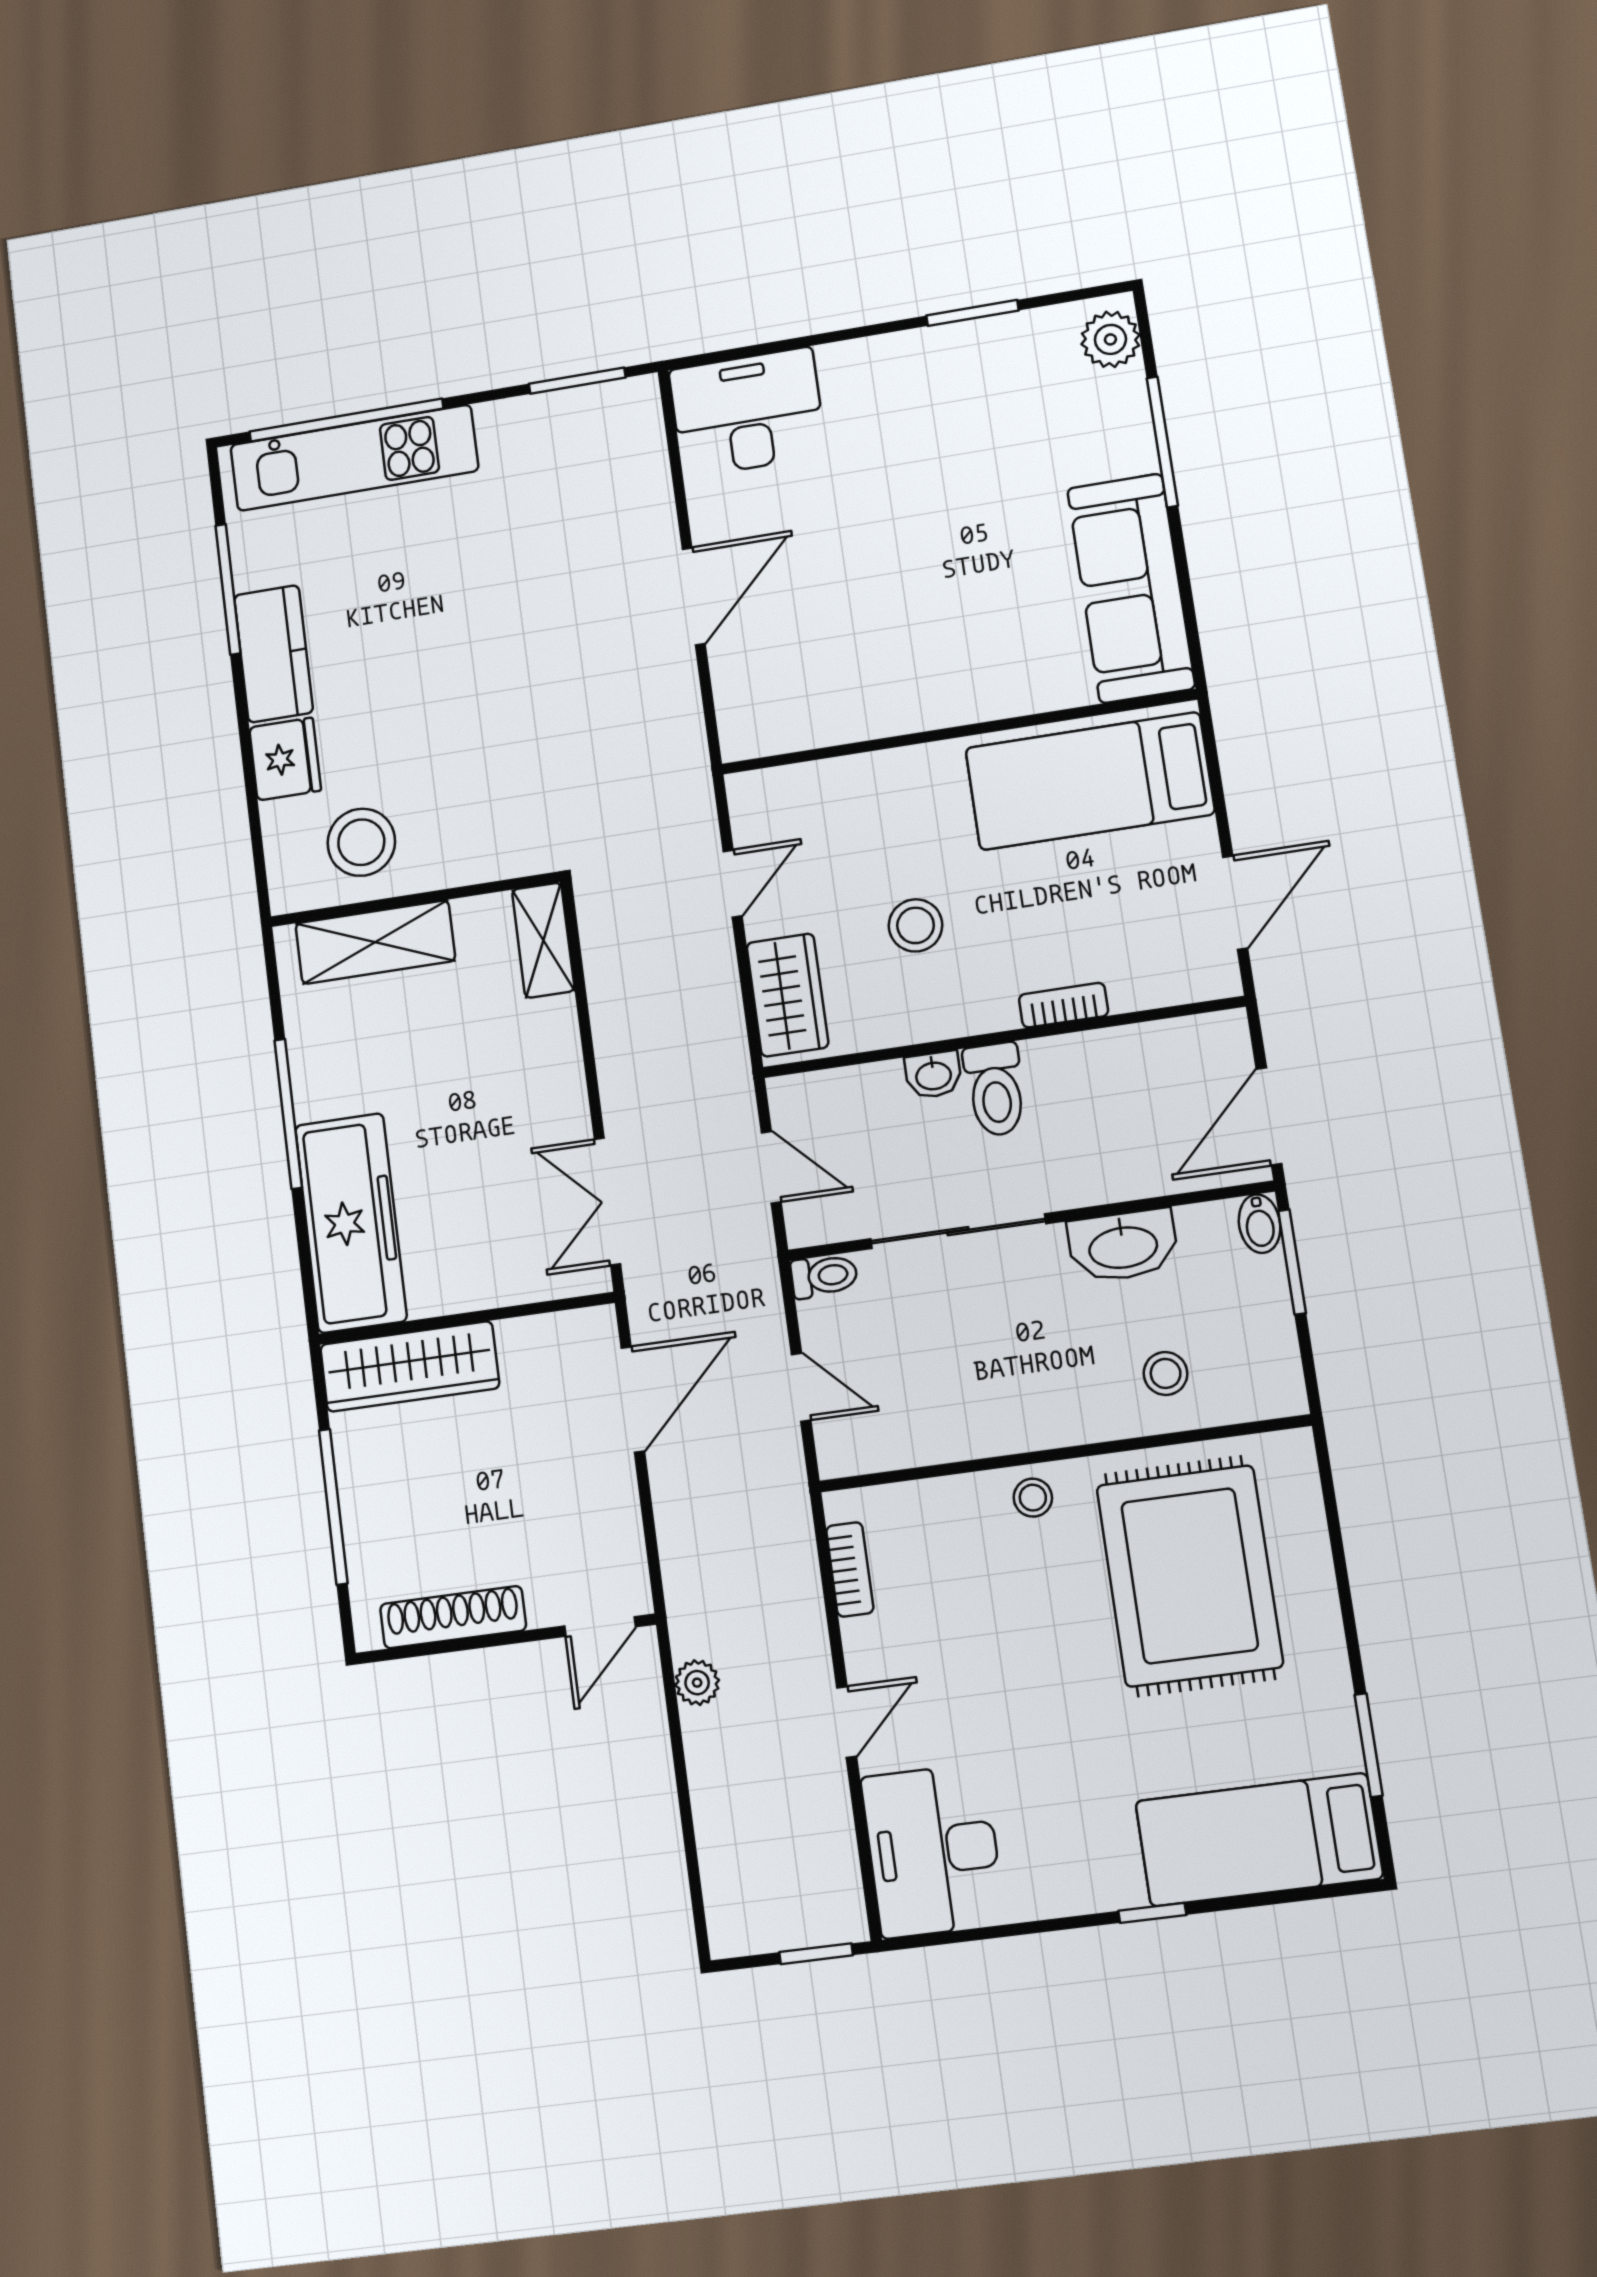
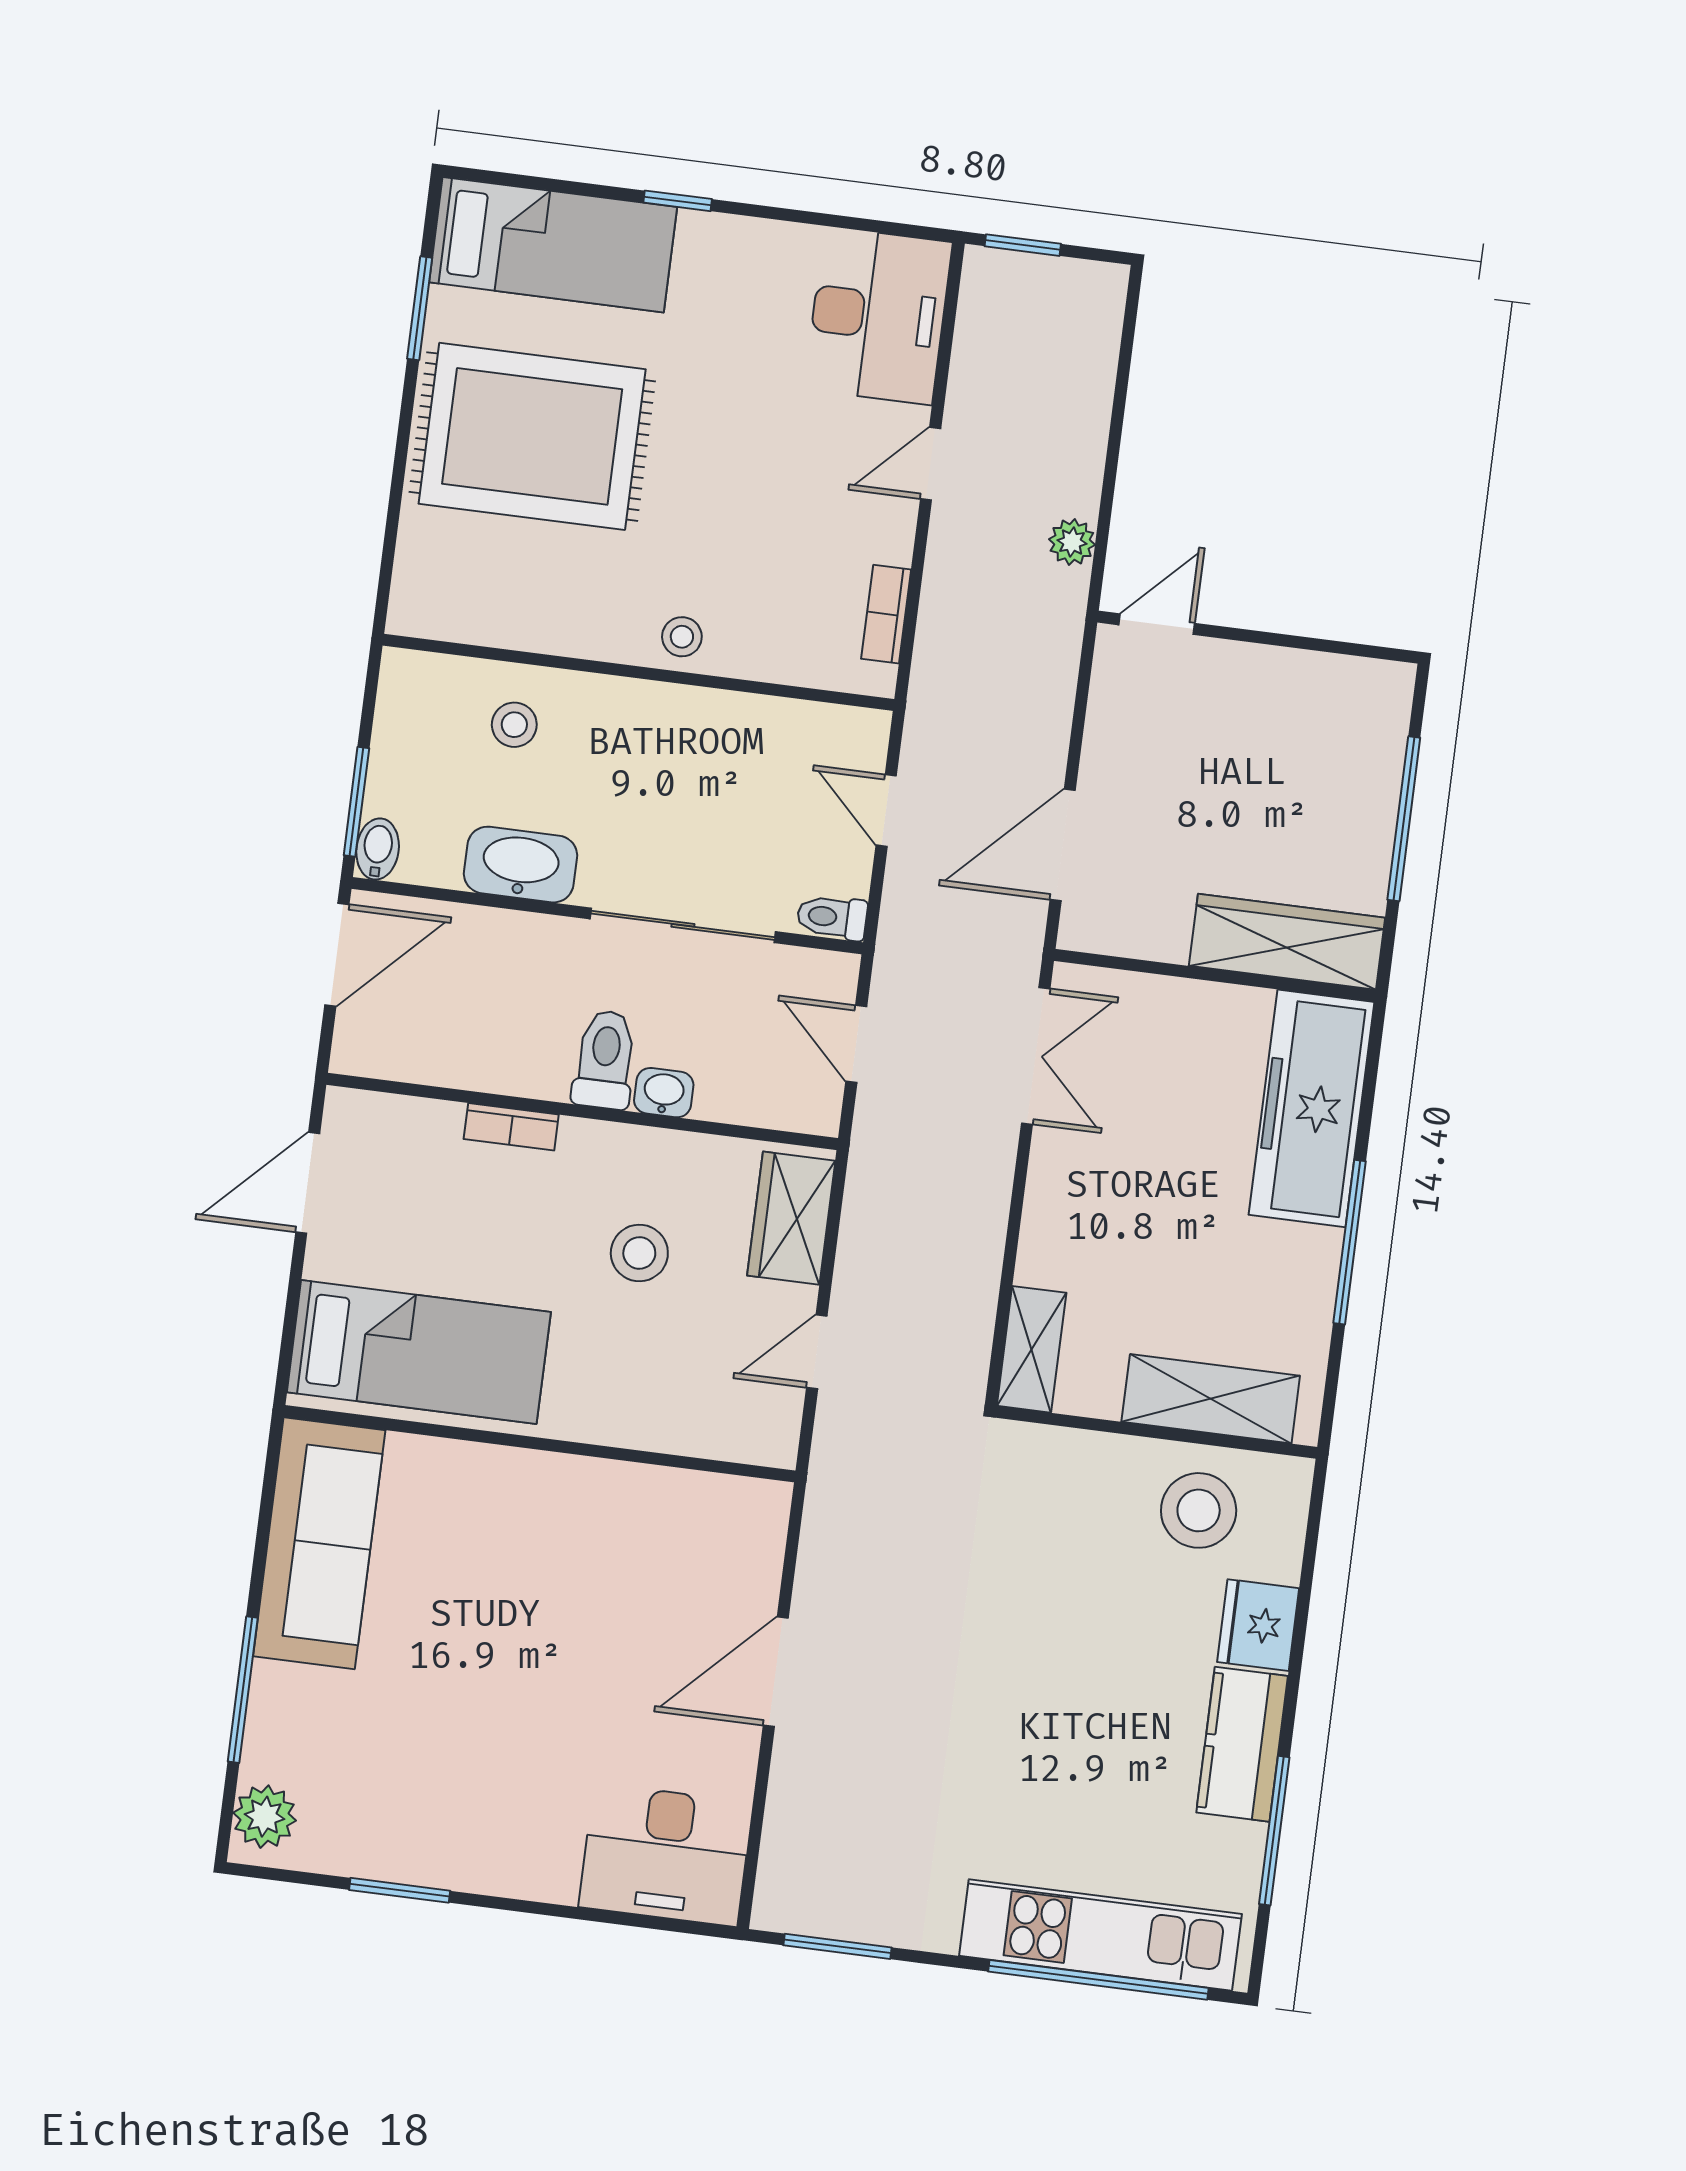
rug: (1190, 1576) -> (532, 436), moved, turned 90
shoe rack: (453, 1617) -> (1307, 673), removed

